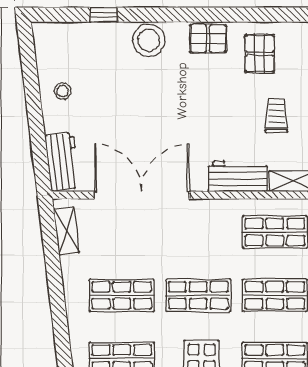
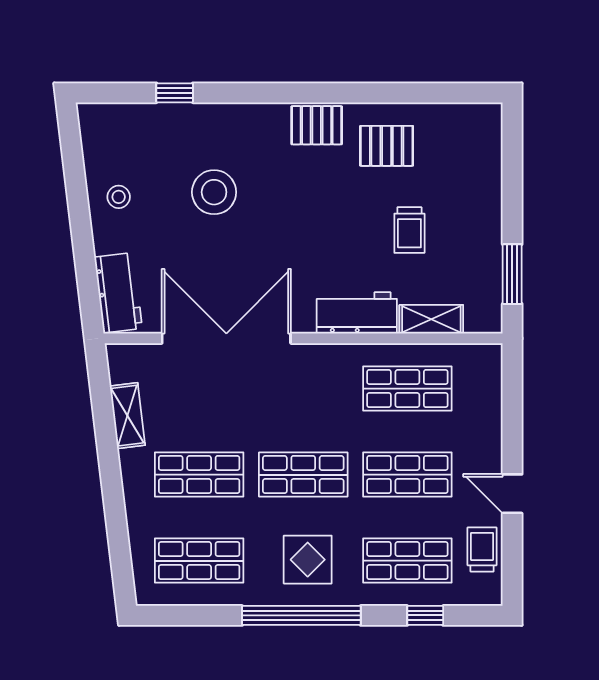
stool: (149, 40) -> (214, 192), moved
pallet: (260, 54) -> (387, 146), turned 90
trolley: (276, 116) -> (409, 230), turned 180
shelving: (66, 231) -> (127, 416), moved

